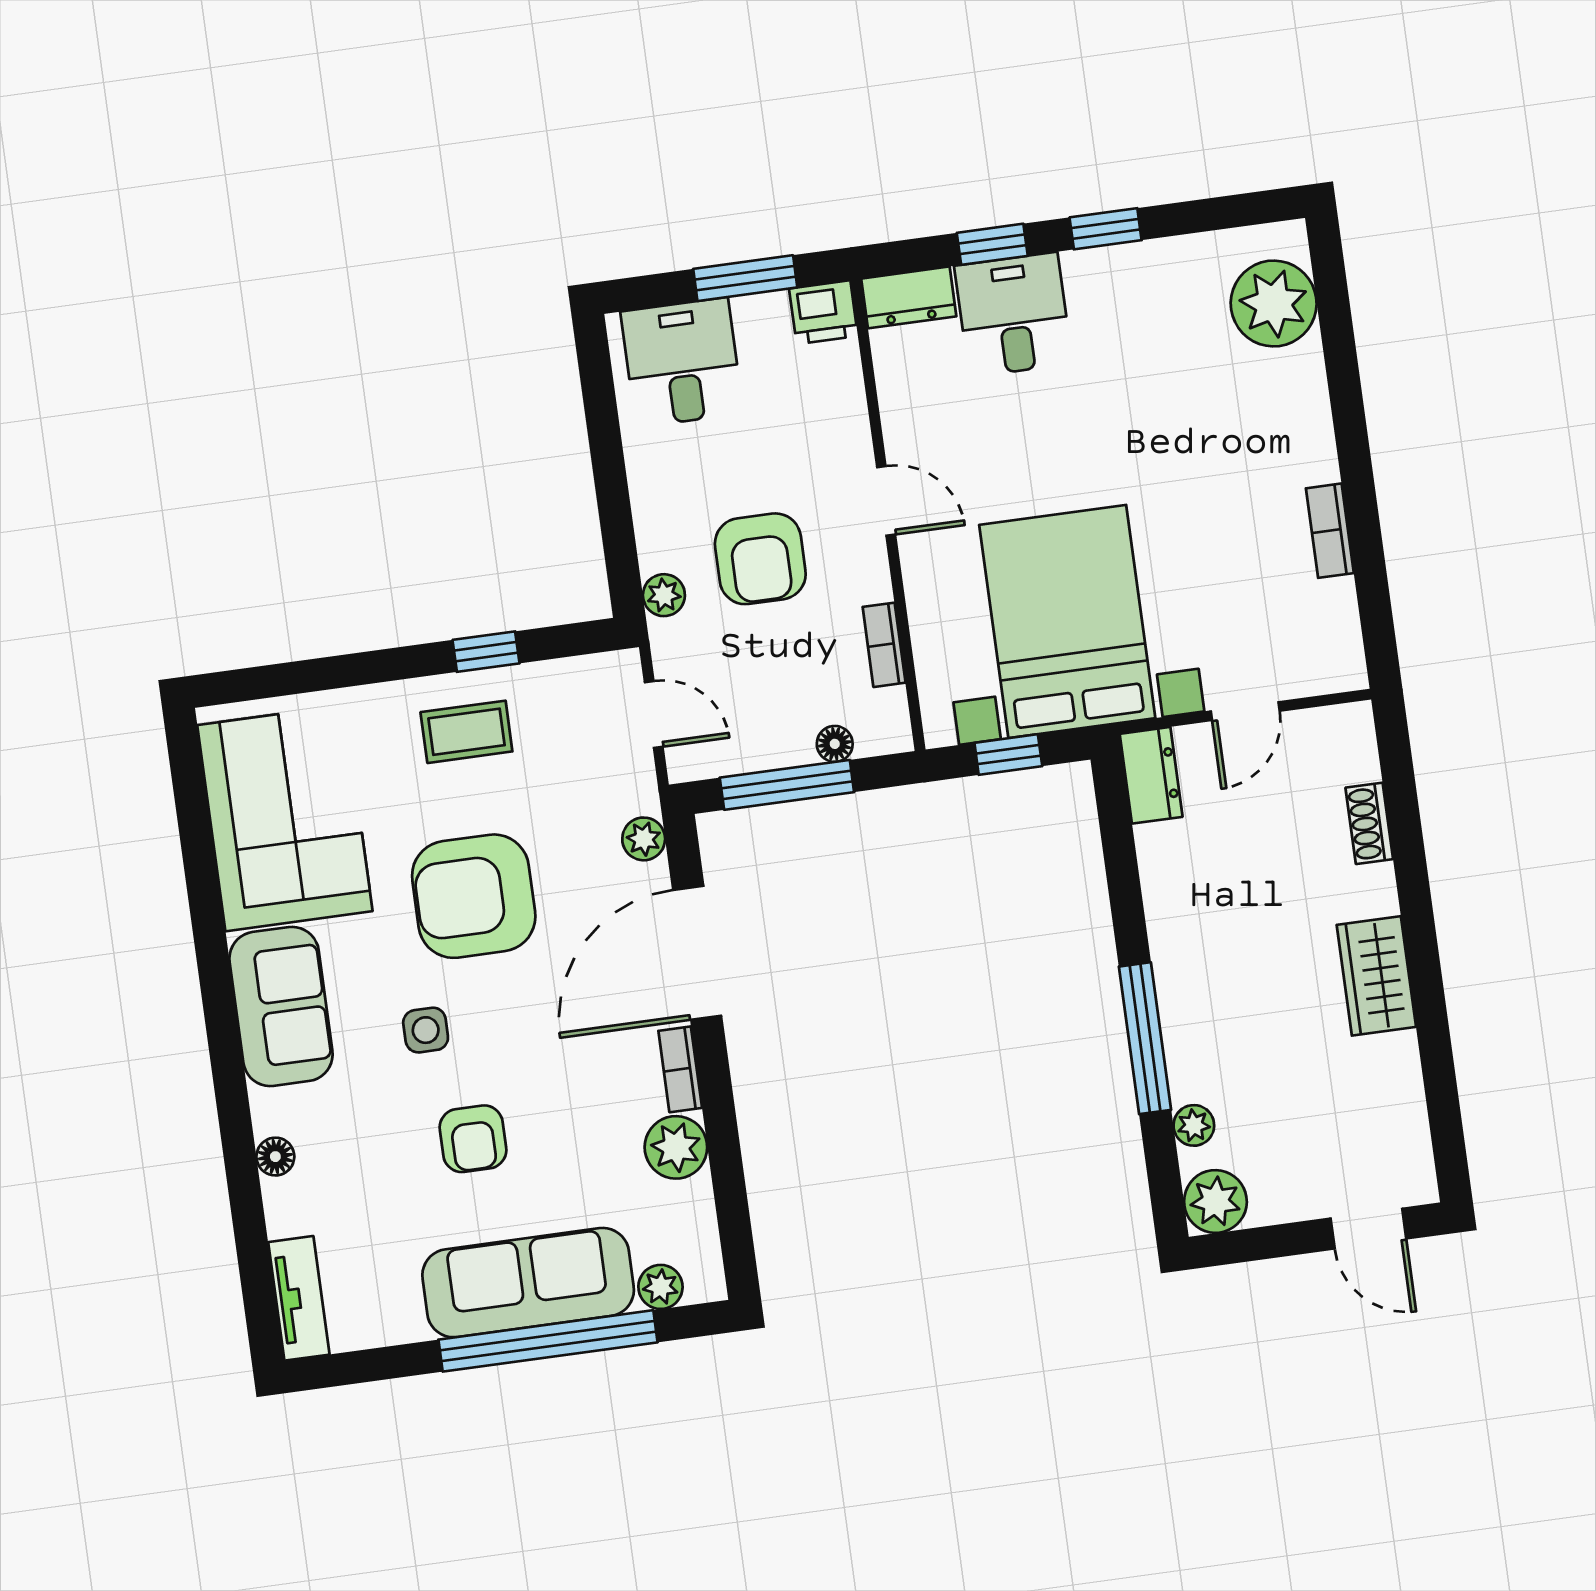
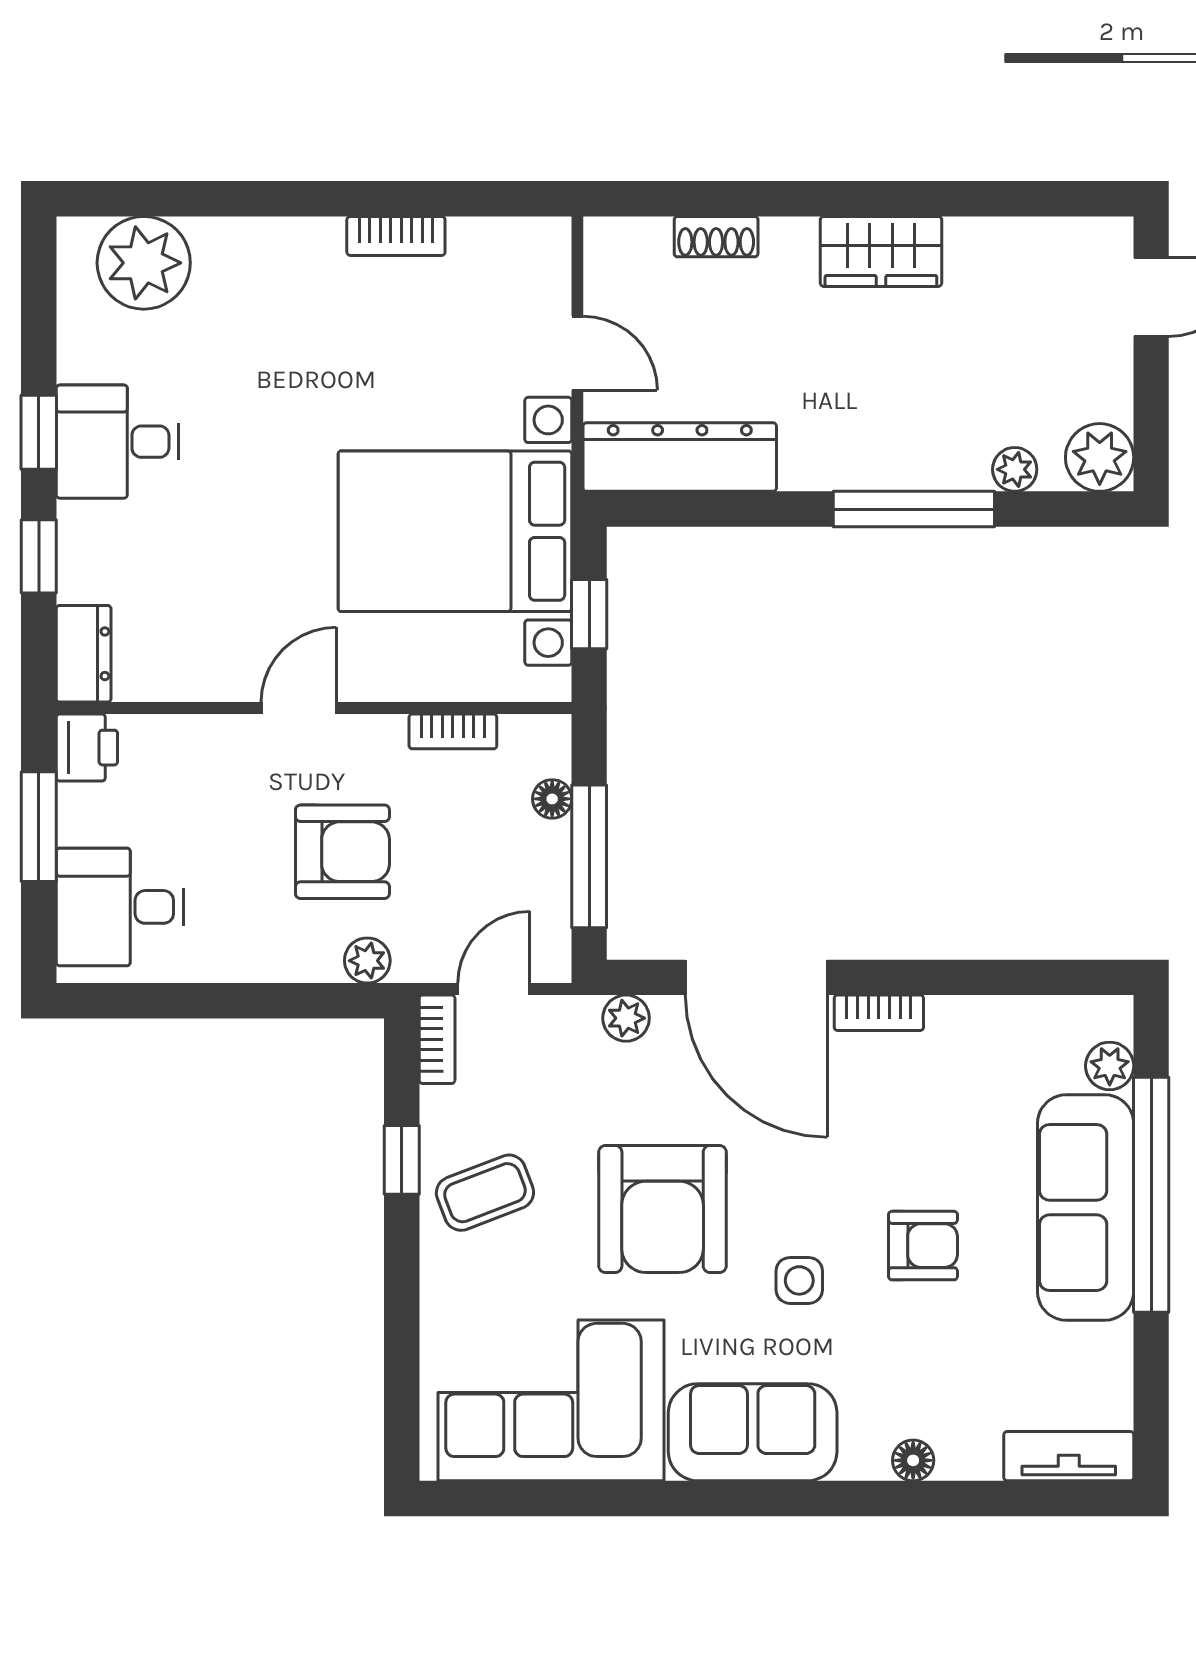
desk: (1013, 315) -> (117, 442), moved
bookcase: (601, 669) -> (437, 1039), added
coffee table: (466, 732) -> (485, 1193), turned 69
dresser: (1151, 775) -> (680, 457), width x1.96, depth x1.24
plant: (676, 1147) -> (962, 1029), removed

